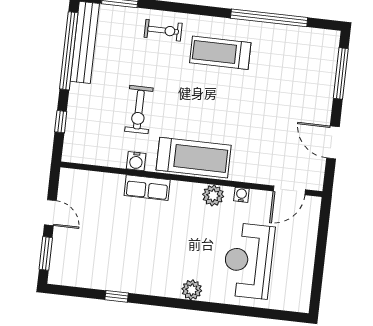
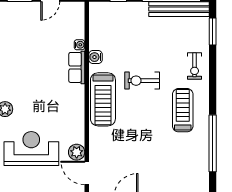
exercise bike: (139, 110) -> (142, 81), moved
plant: (213, 195) -> (77, 152), moved
water cooler: (241, 195) -> (79, 45), moved

